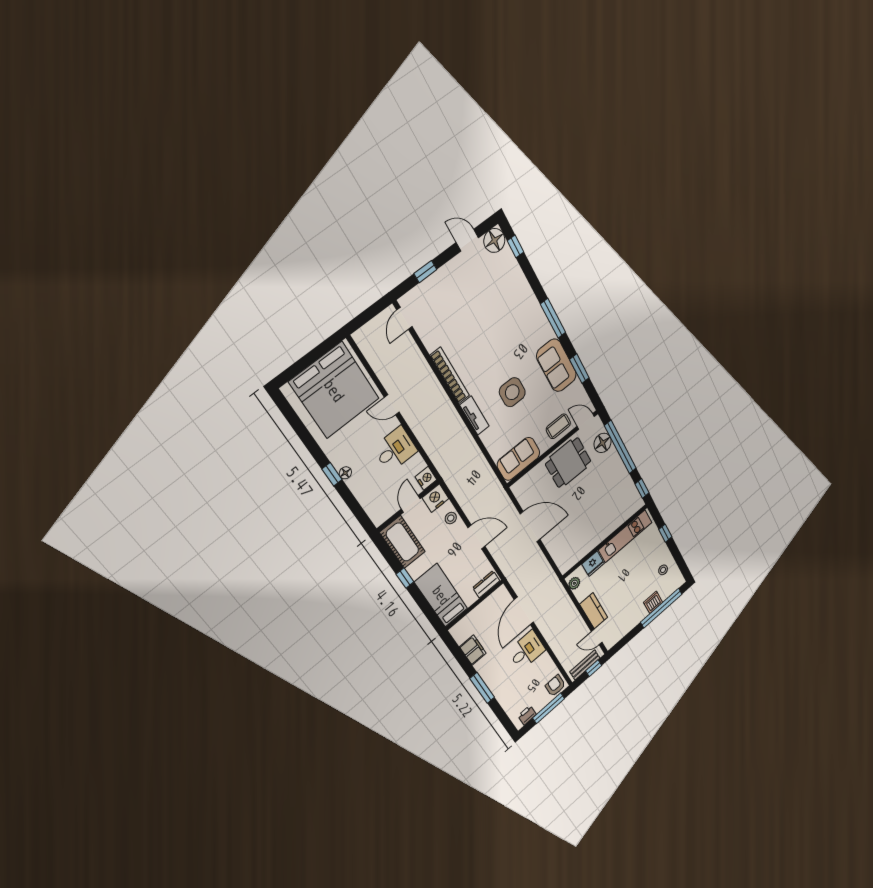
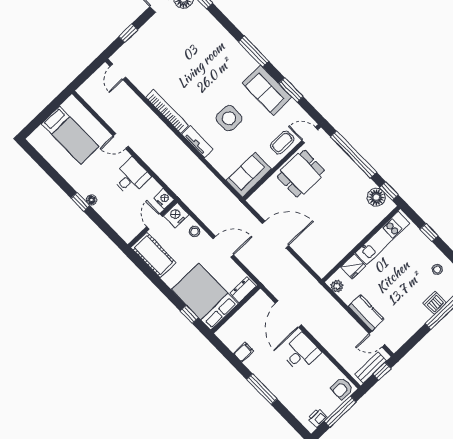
bed: (334, 390) -> (70, 135), width x0.49
floor lamp: (603, 443) -> (376, 197), moved
window: (405, 578) -> (189, 314), moved
bed: (441, 595) -> (205, 297), width x1.50
filing cabinet: (473, 650) -> (244, 352), width x0.50
armchair: (555, 686) -> (342, 388), turned -90

